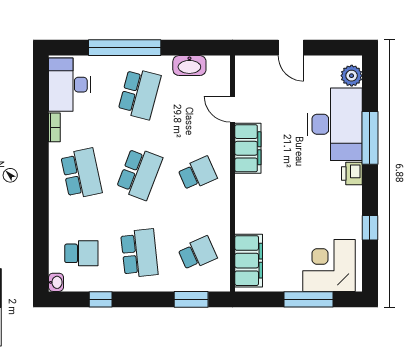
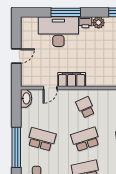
washbasin: (189, 66) -> (26, 98), moved
plant: (352, 76) -> (98, 23), moved
school desk: (139, 173) -> (85, 139), turned -39

